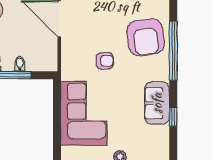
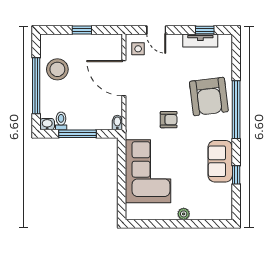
bidet: (20, 64) -> (117, 122), moved

